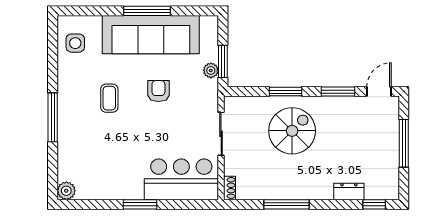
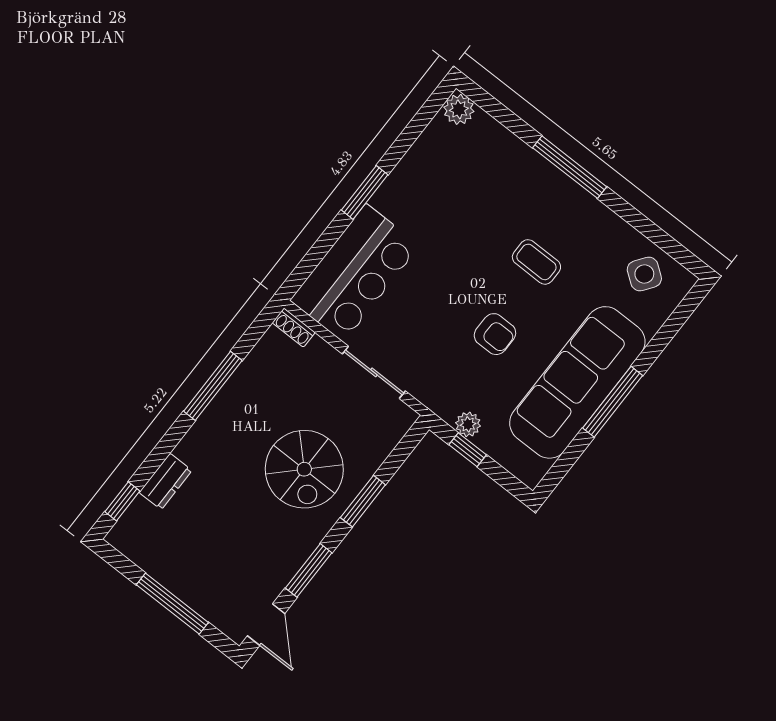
side table: (75, 43) -> (644, 274), turned 36
window: (223, 61) -> (468, 450), width x0.67

